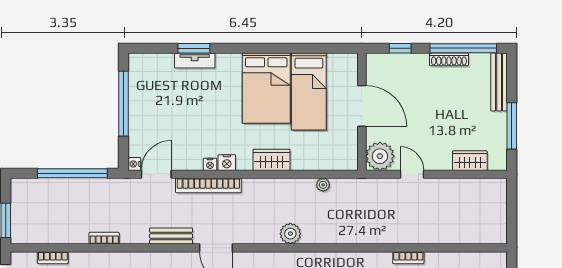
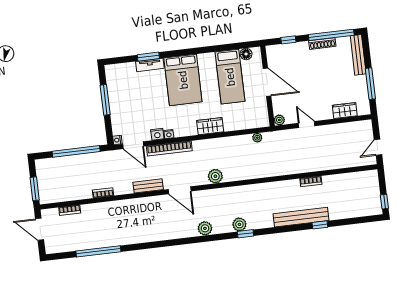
floor lamp: (336, 61) -> (246, 54), added
bed: (266, 88) -> (183, 80), moved
window: (124, 104) -> (105, 100), width x0.68
plant: (380, 156) -> (279, 120), width x0.53, depth x0.53
nightstand: (227, 163) -> (157, 134), moved
door: (156, 174) -> (133, 145), swing flipped
plant: (323, 185) -> (257, 138), moved
door: (512, 220) -> (378, 147), added
plant: (290, 234) -> (215, 176), moved

